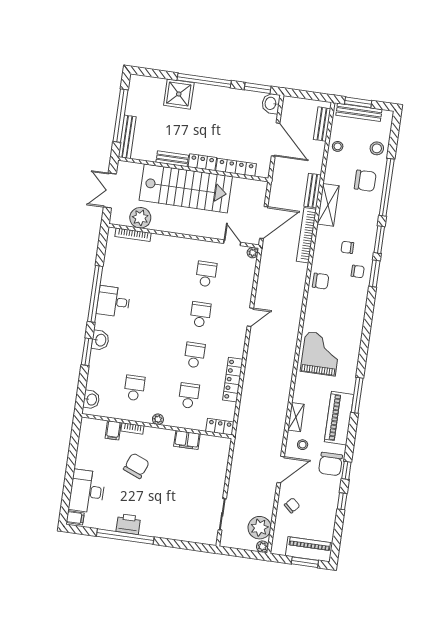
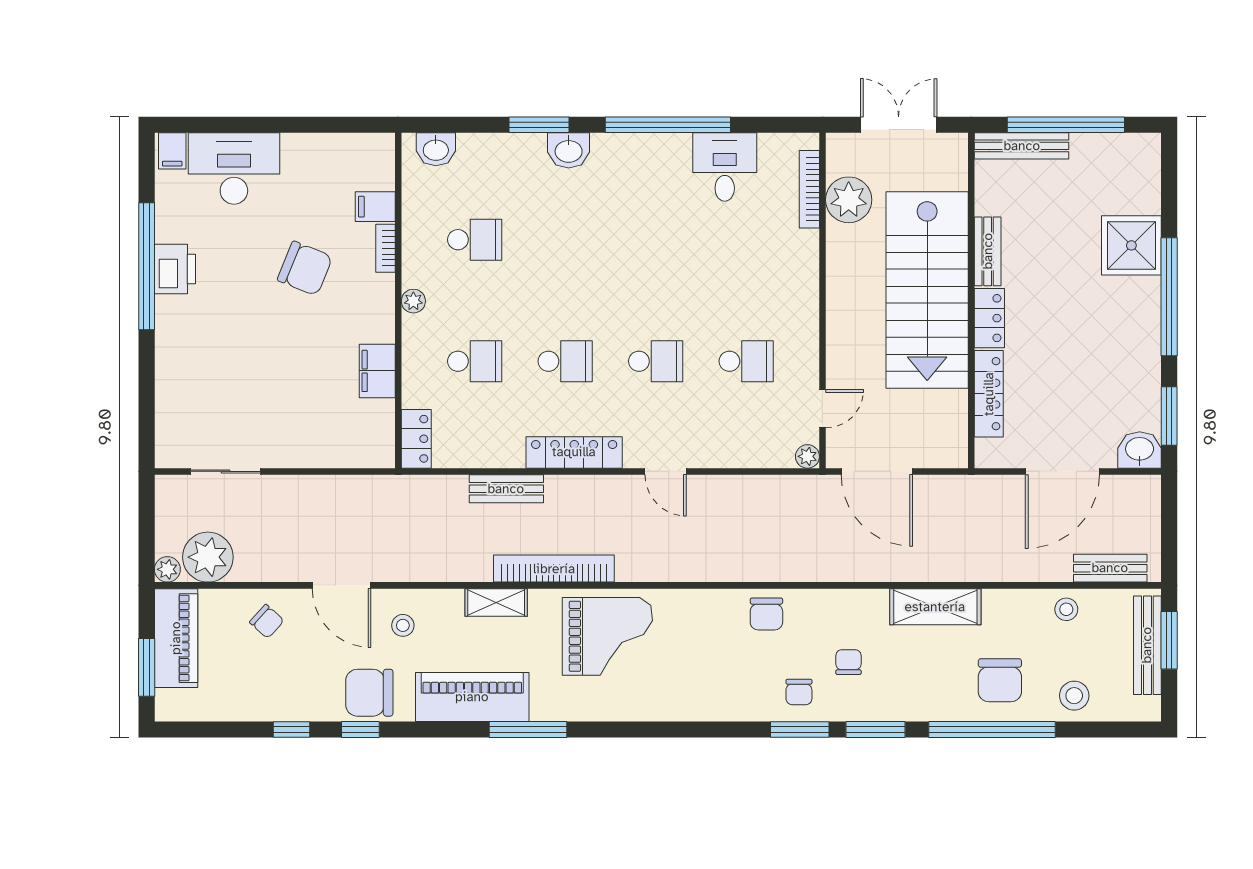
bench: (313, 191) -> (506, 489), moved
bookcase: (306, 235) -> (554, 569), moved
desk: (113, 301) -> (725, 167), moved
locker: (233, 380) -> (574, 452), moved
shelving: (296, 417) -> (496, 603), moved
piano: (309, 549) -> (176, 638), moved

